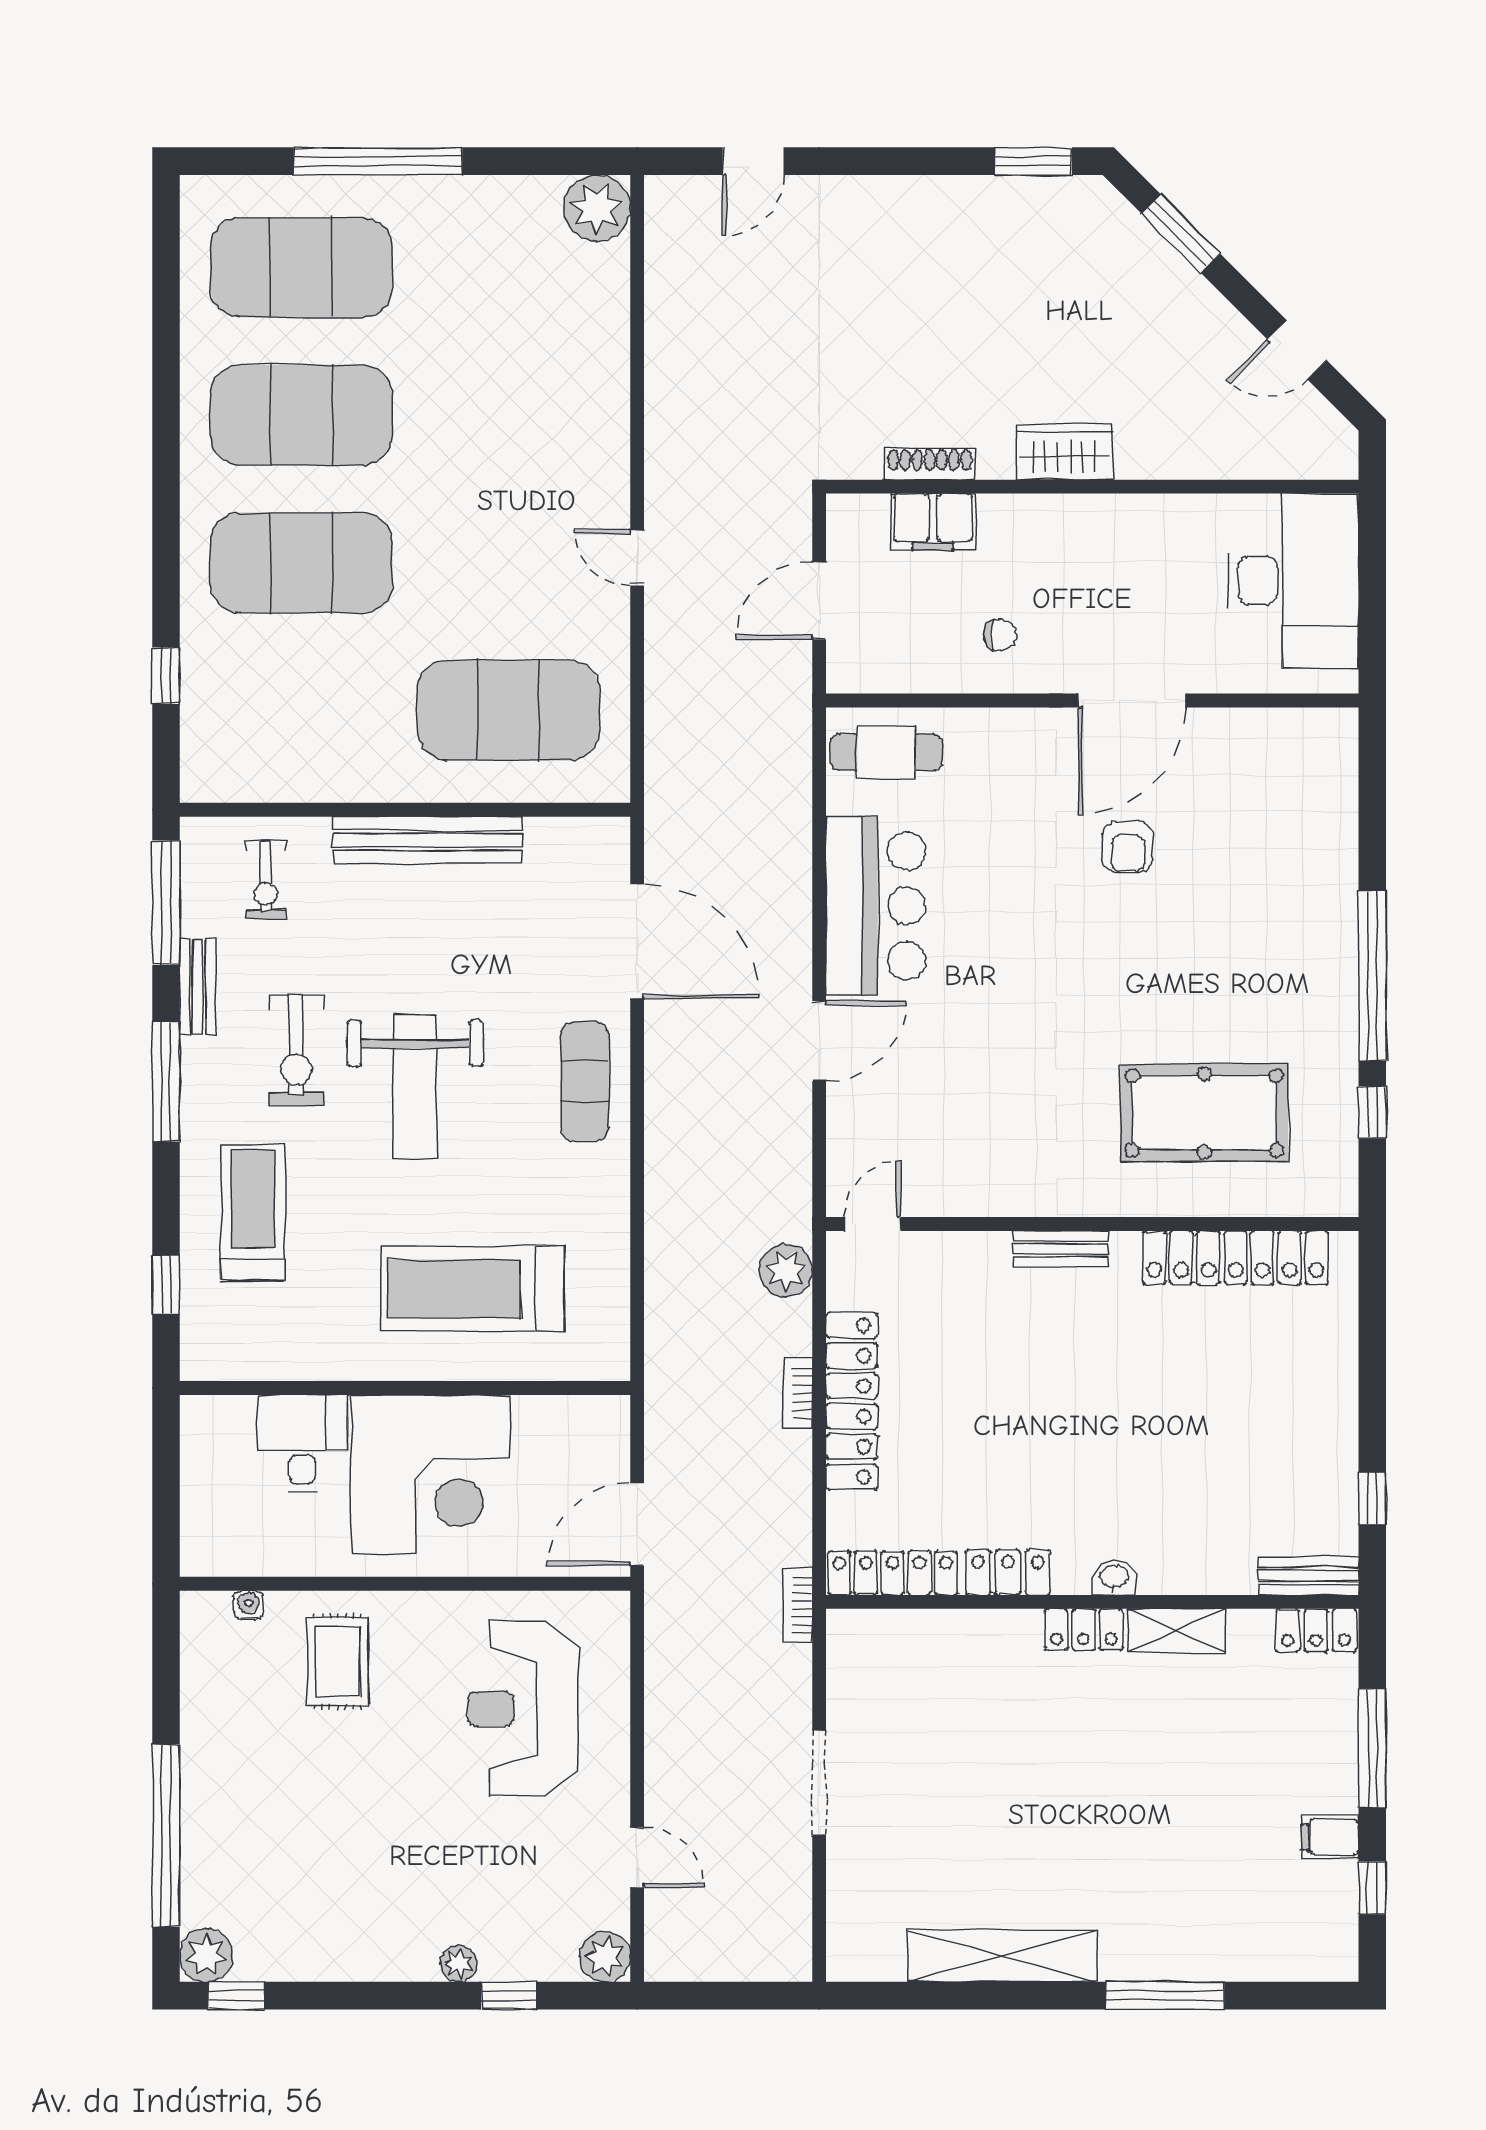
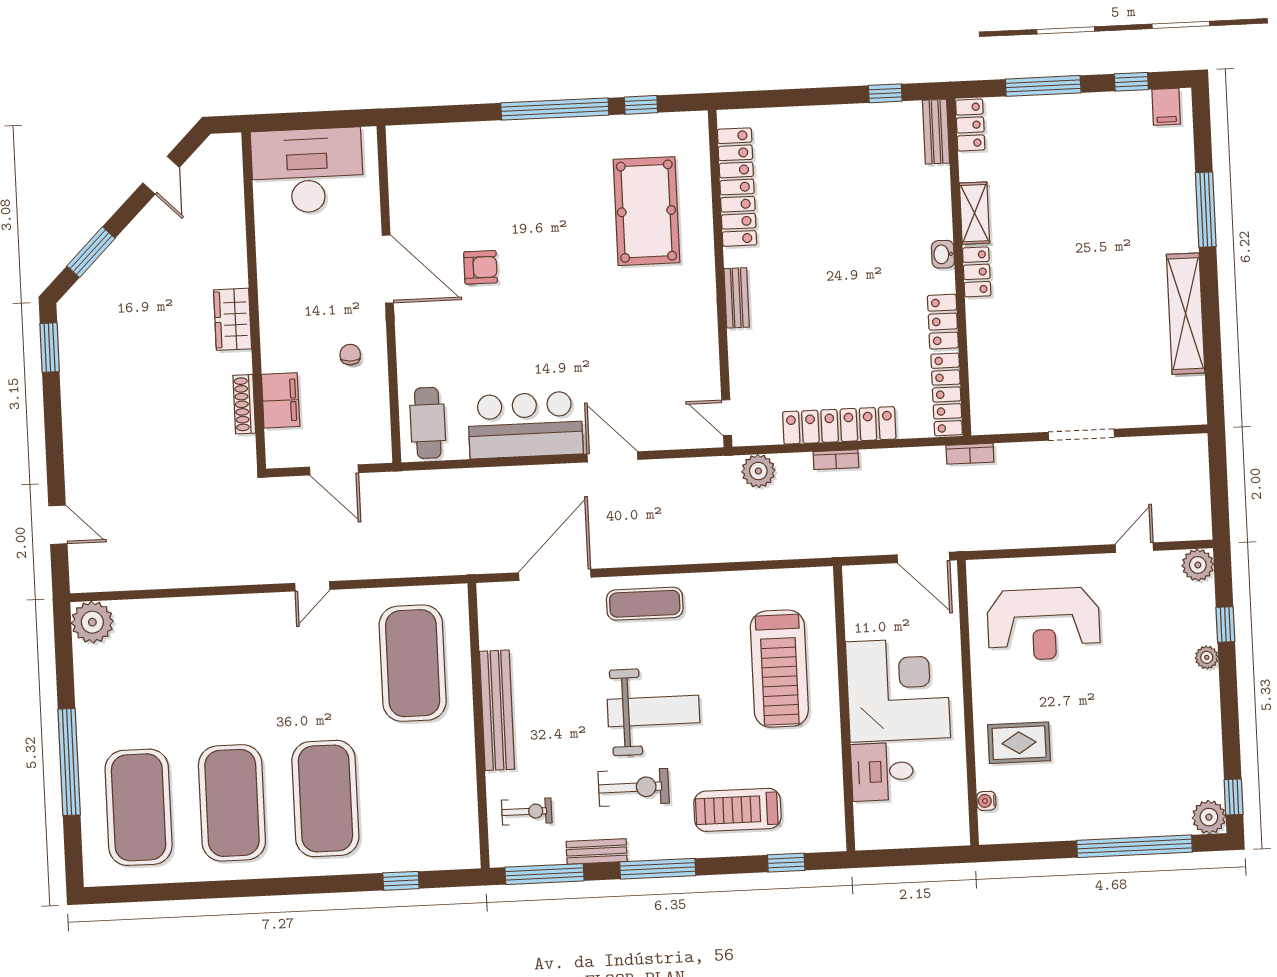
filing cabinet: (1330, 1837) -> (1166, 107), moved

